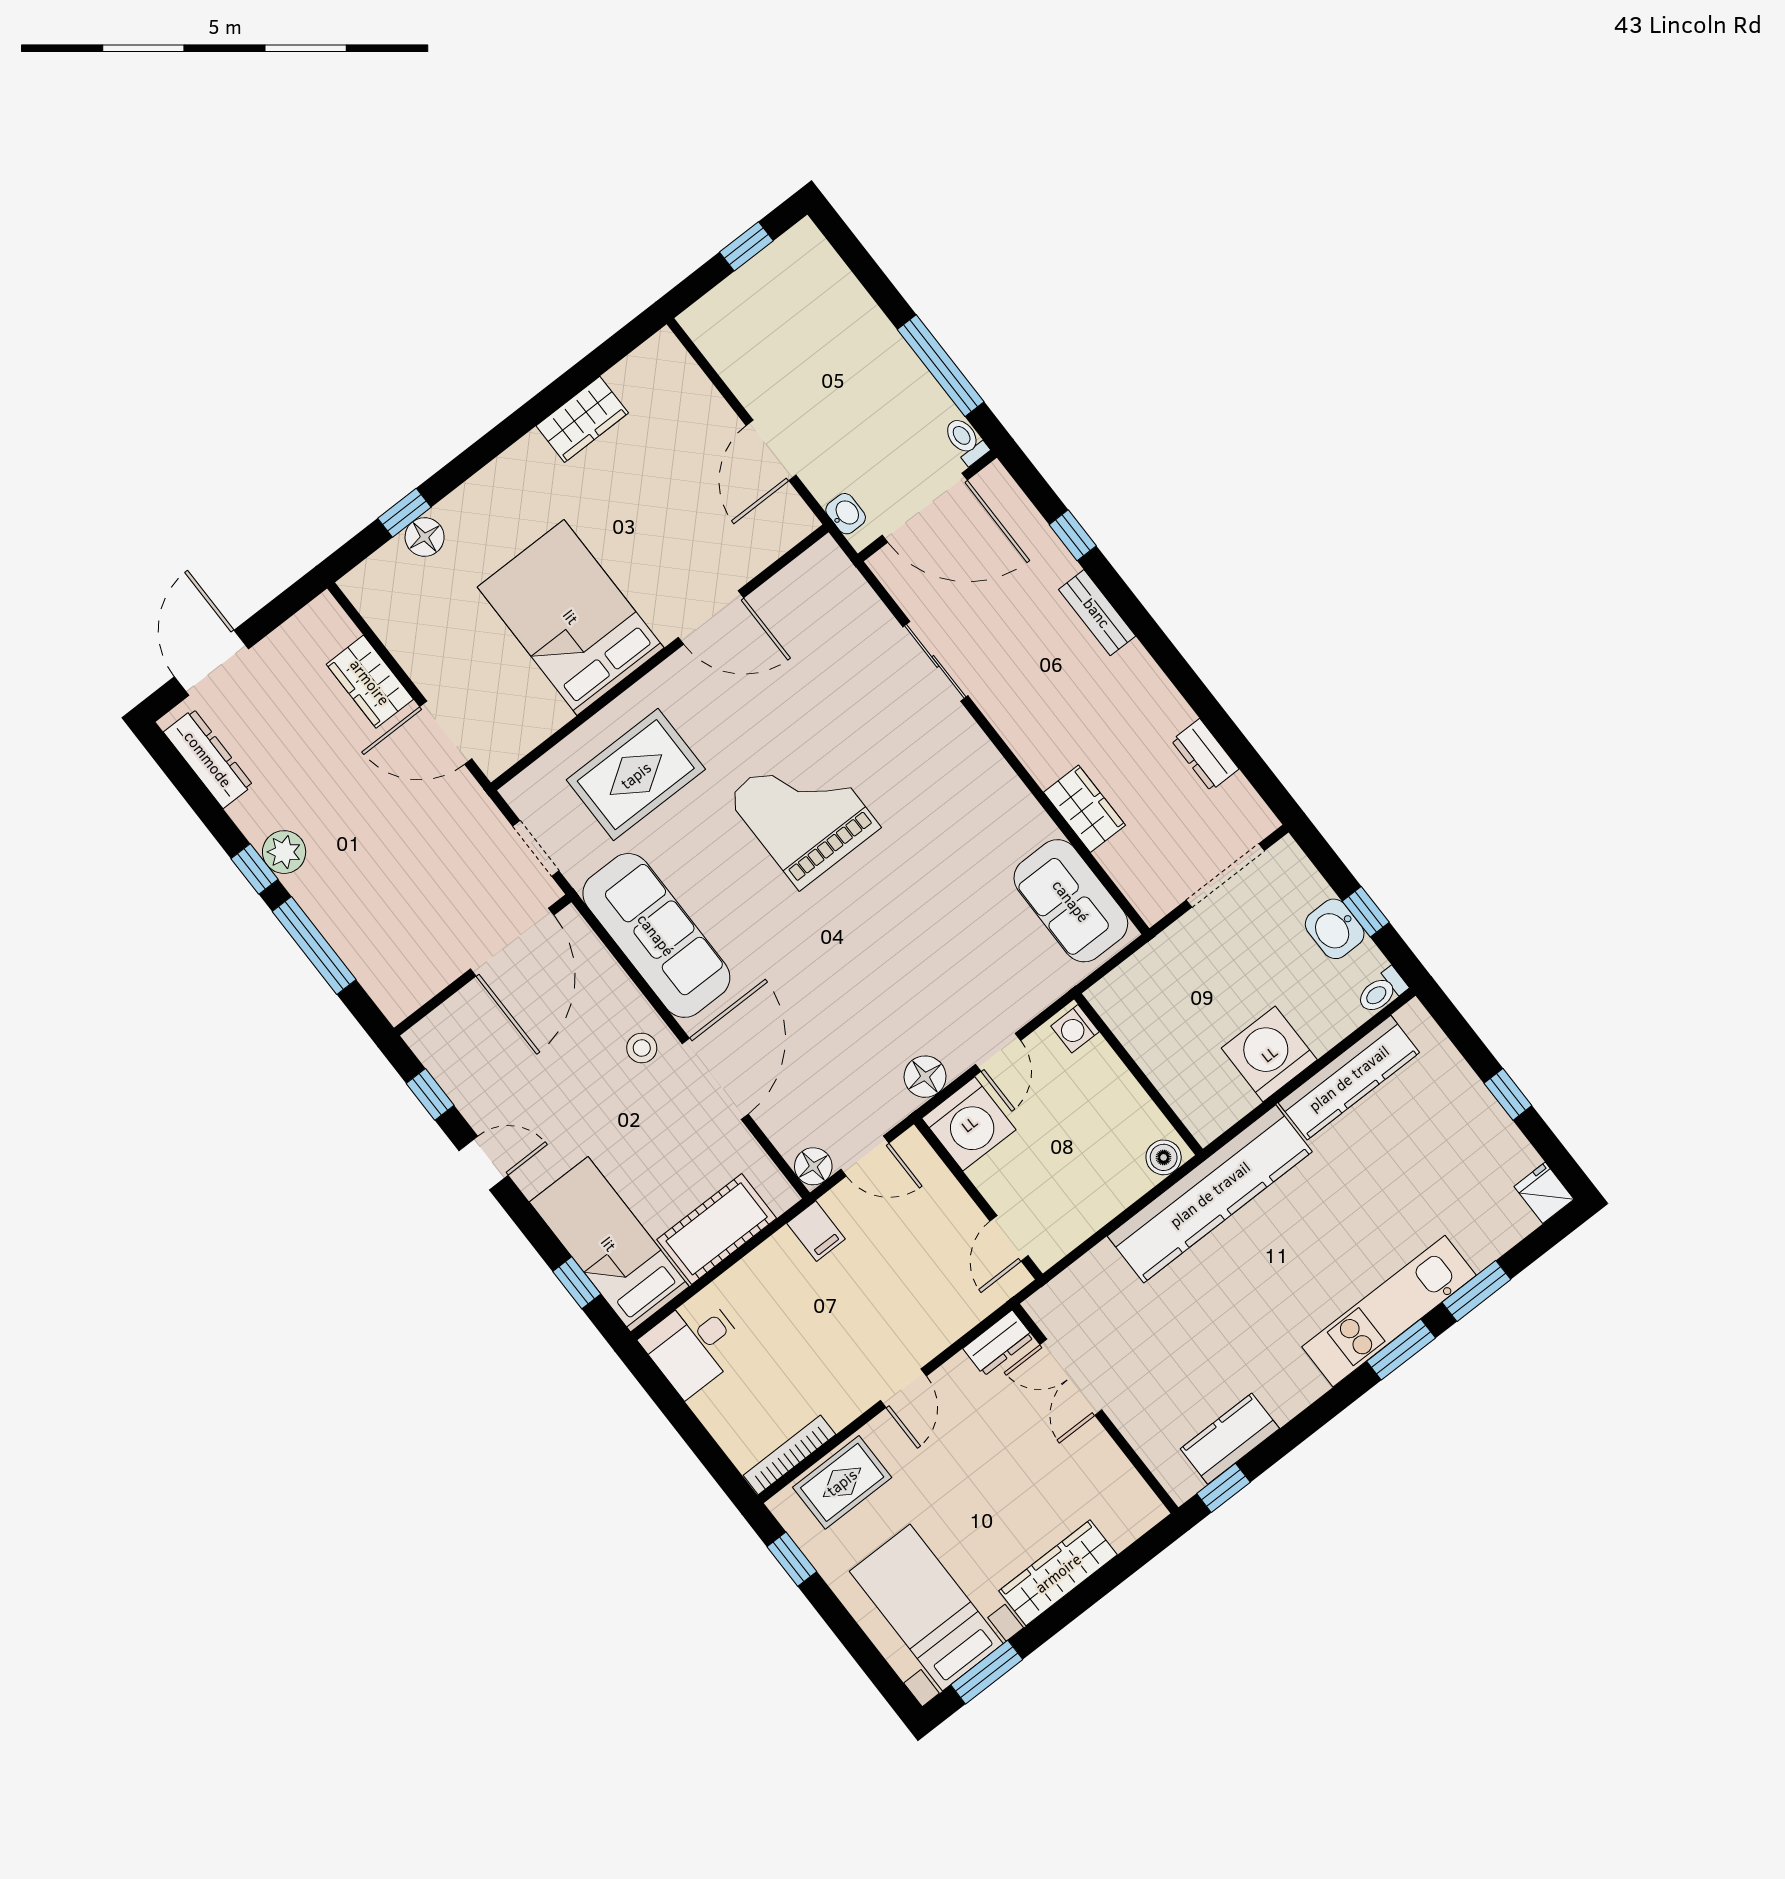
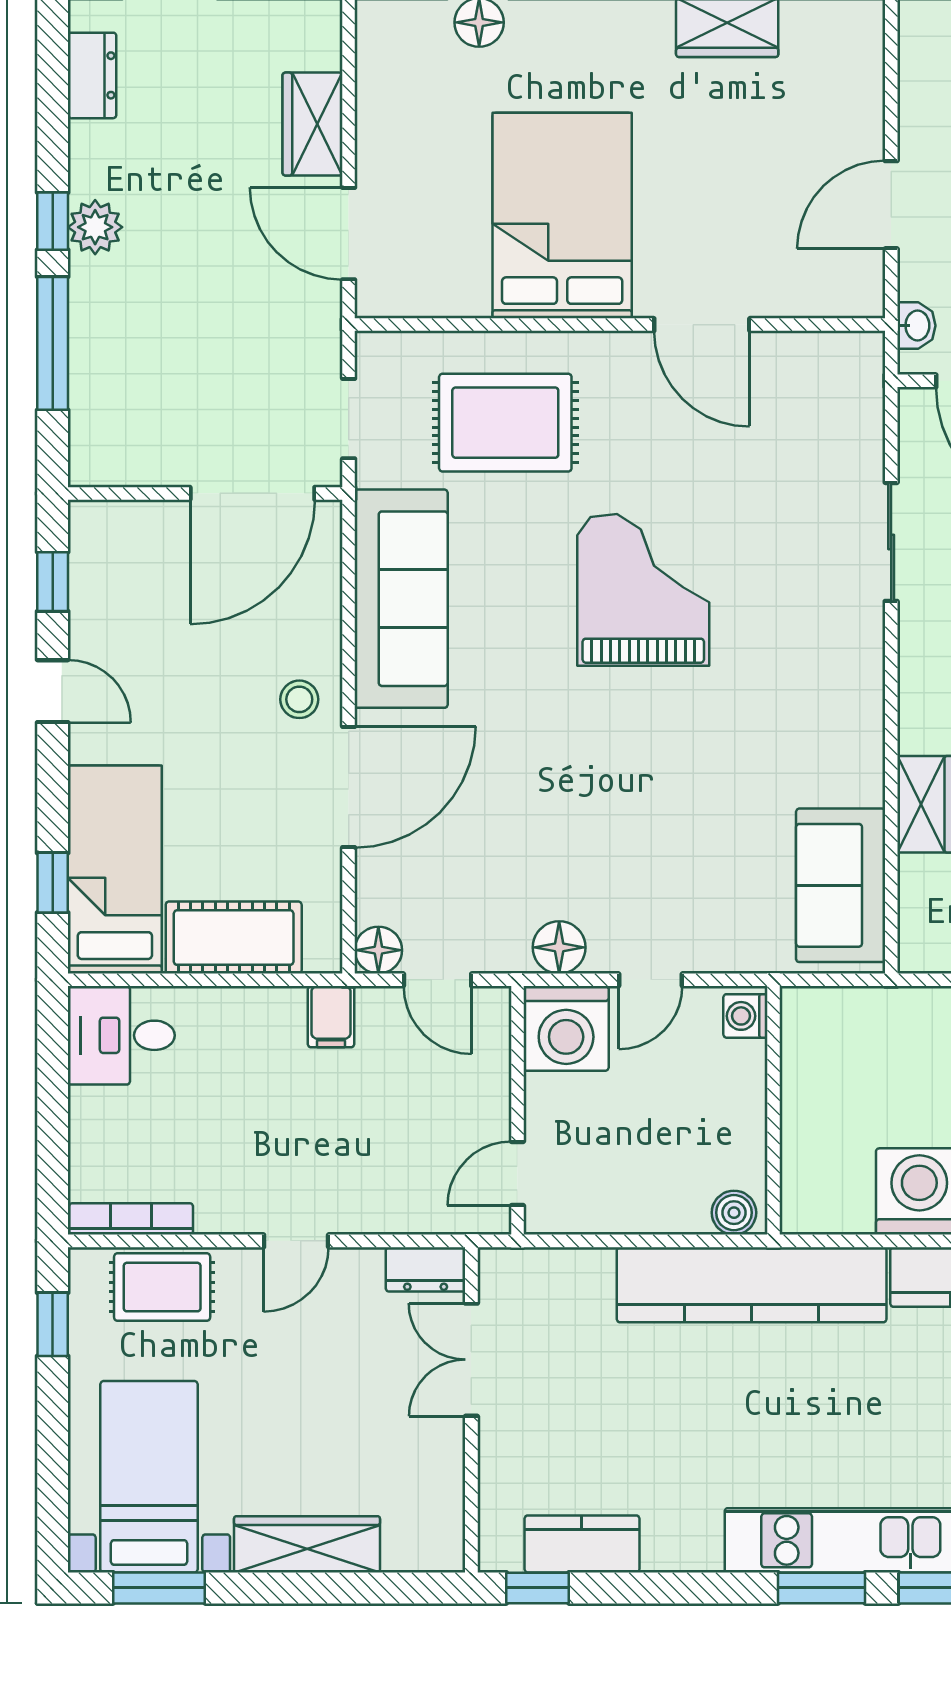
dresser: (208, 759) -> (92, 75), width x0.70

